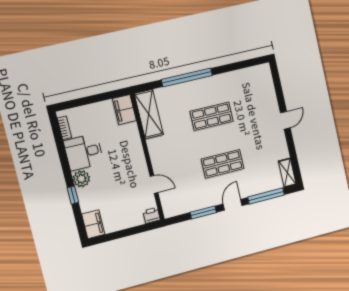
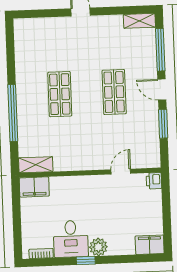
shelving: (149, 114) -> (36, 165), width x0.67, depth x0.75
window: (73, 195) -> (86, 261), moved

